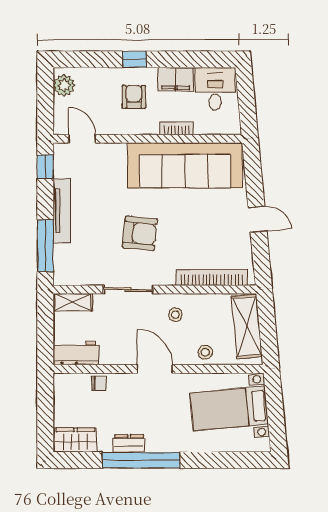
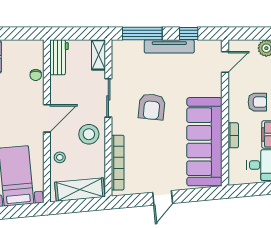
window: (45, 167) -> (189, 34), moved
stool: (175, 315) -> (89, 134), width x1.89, depth x1.89

